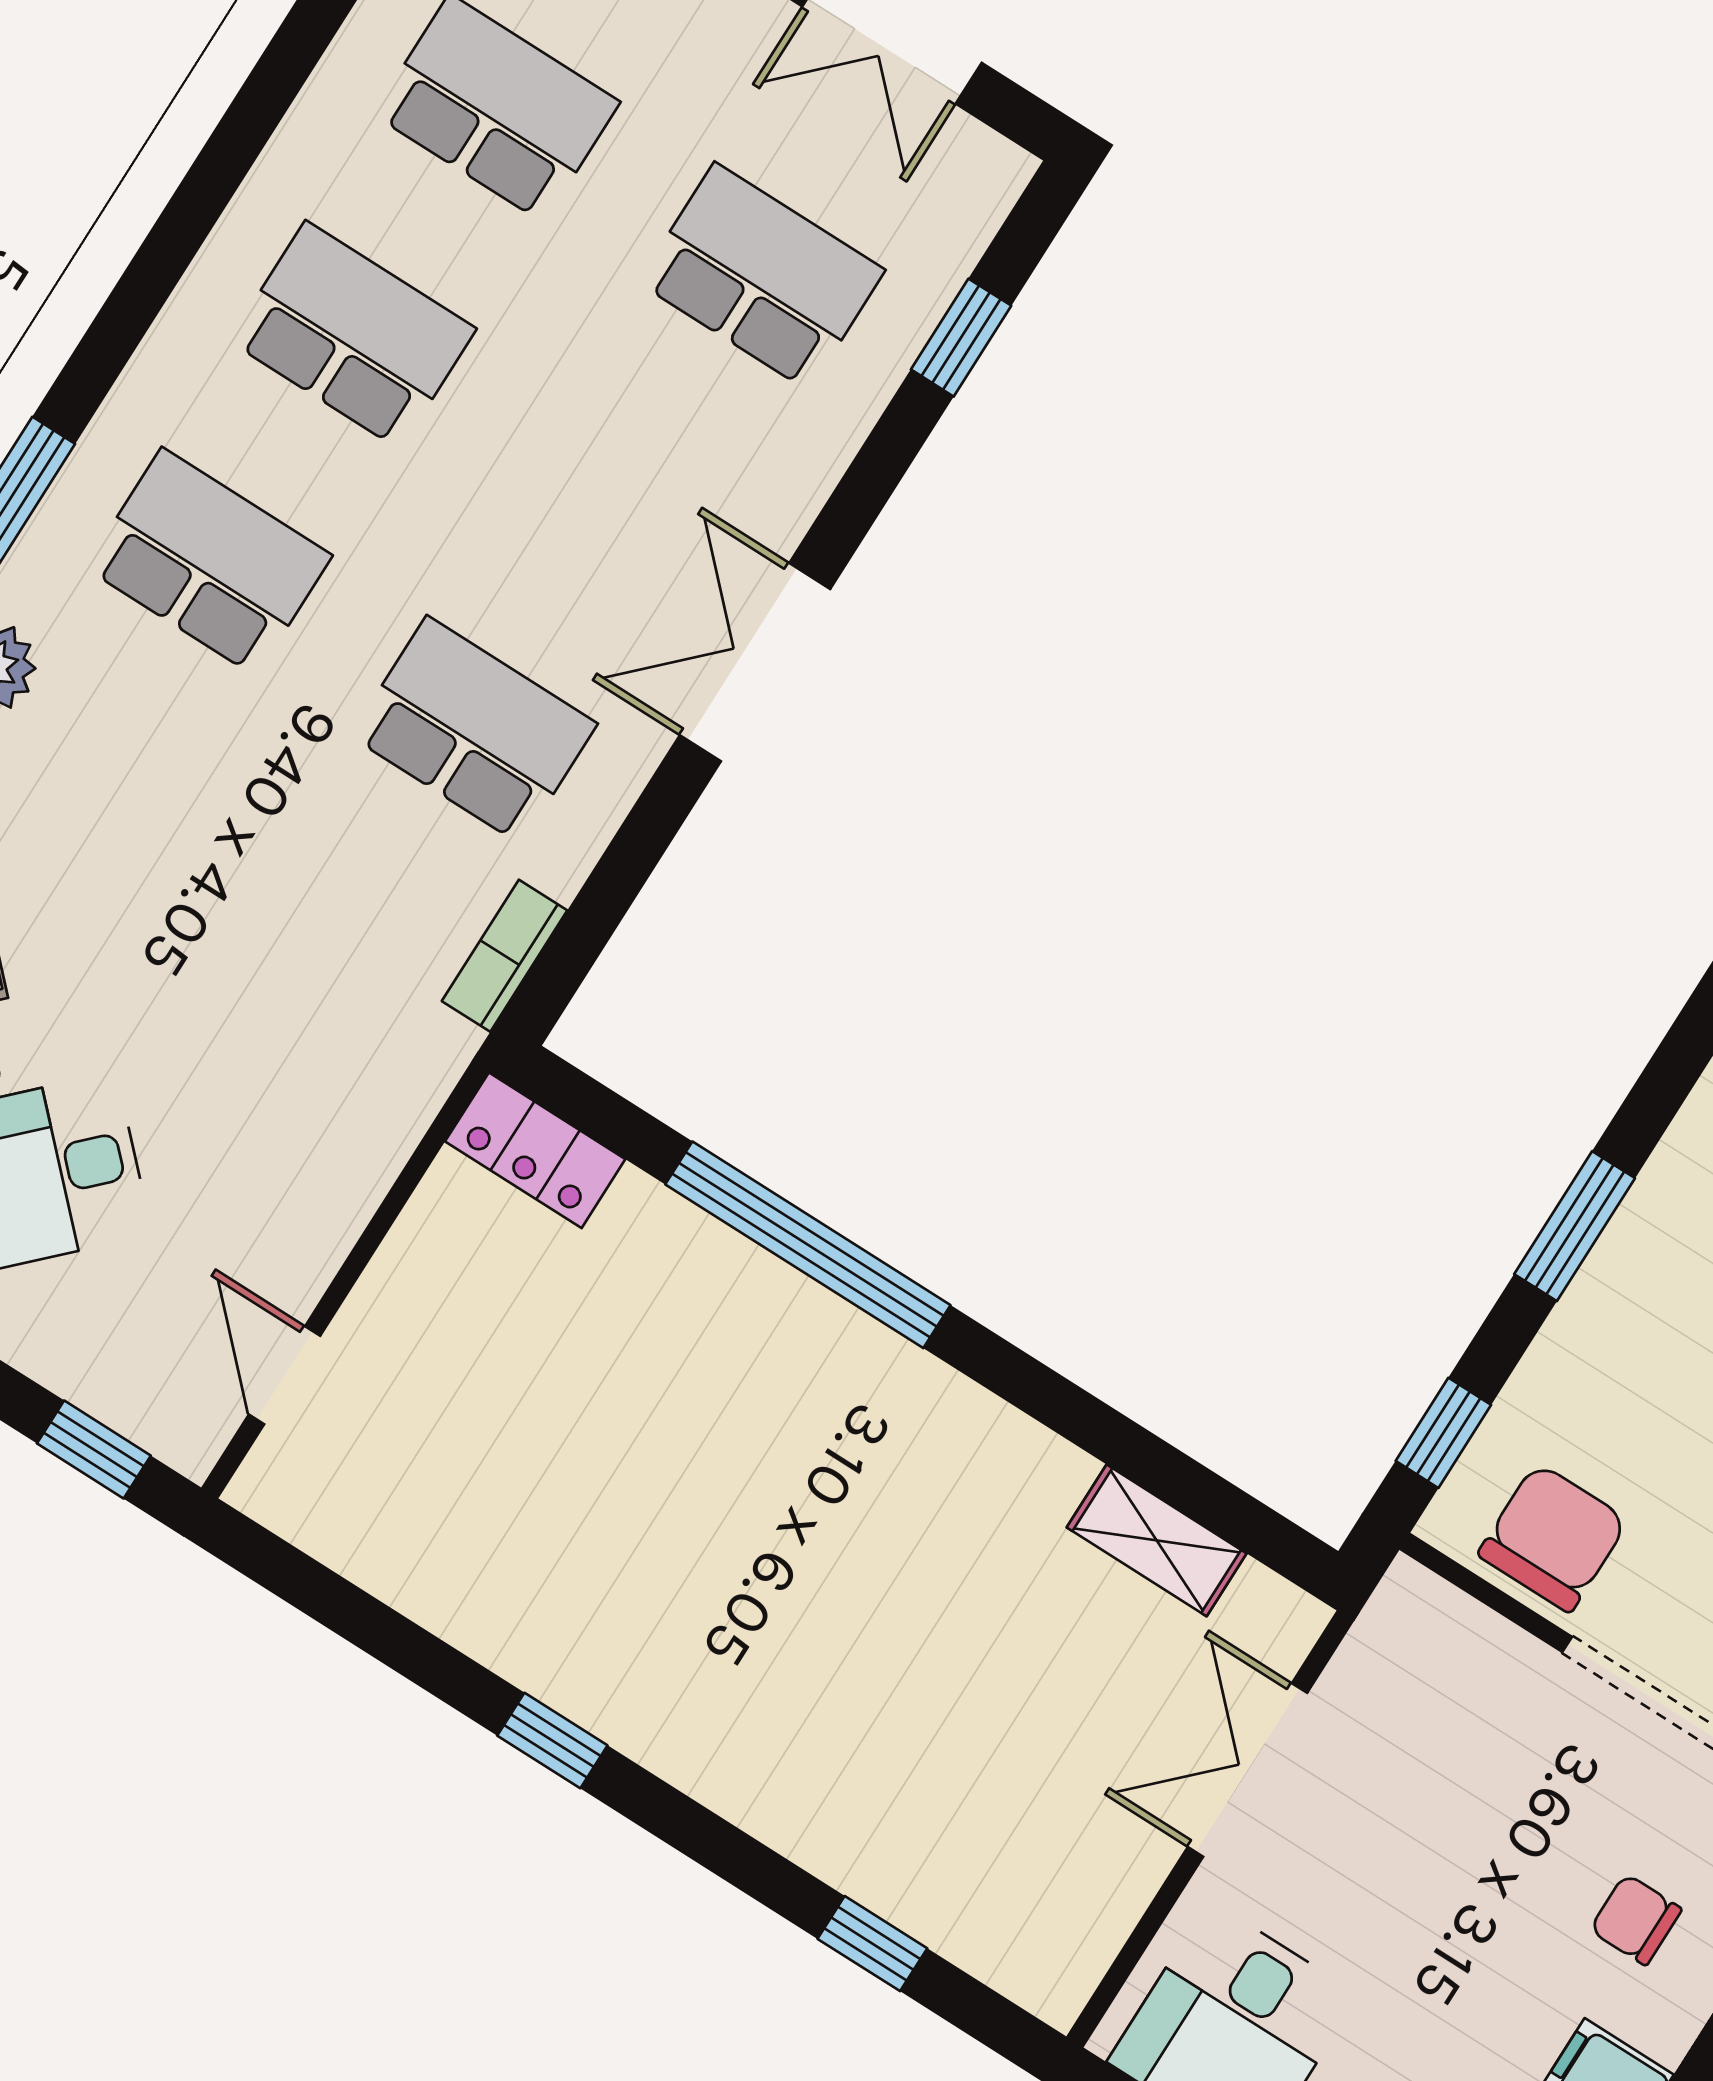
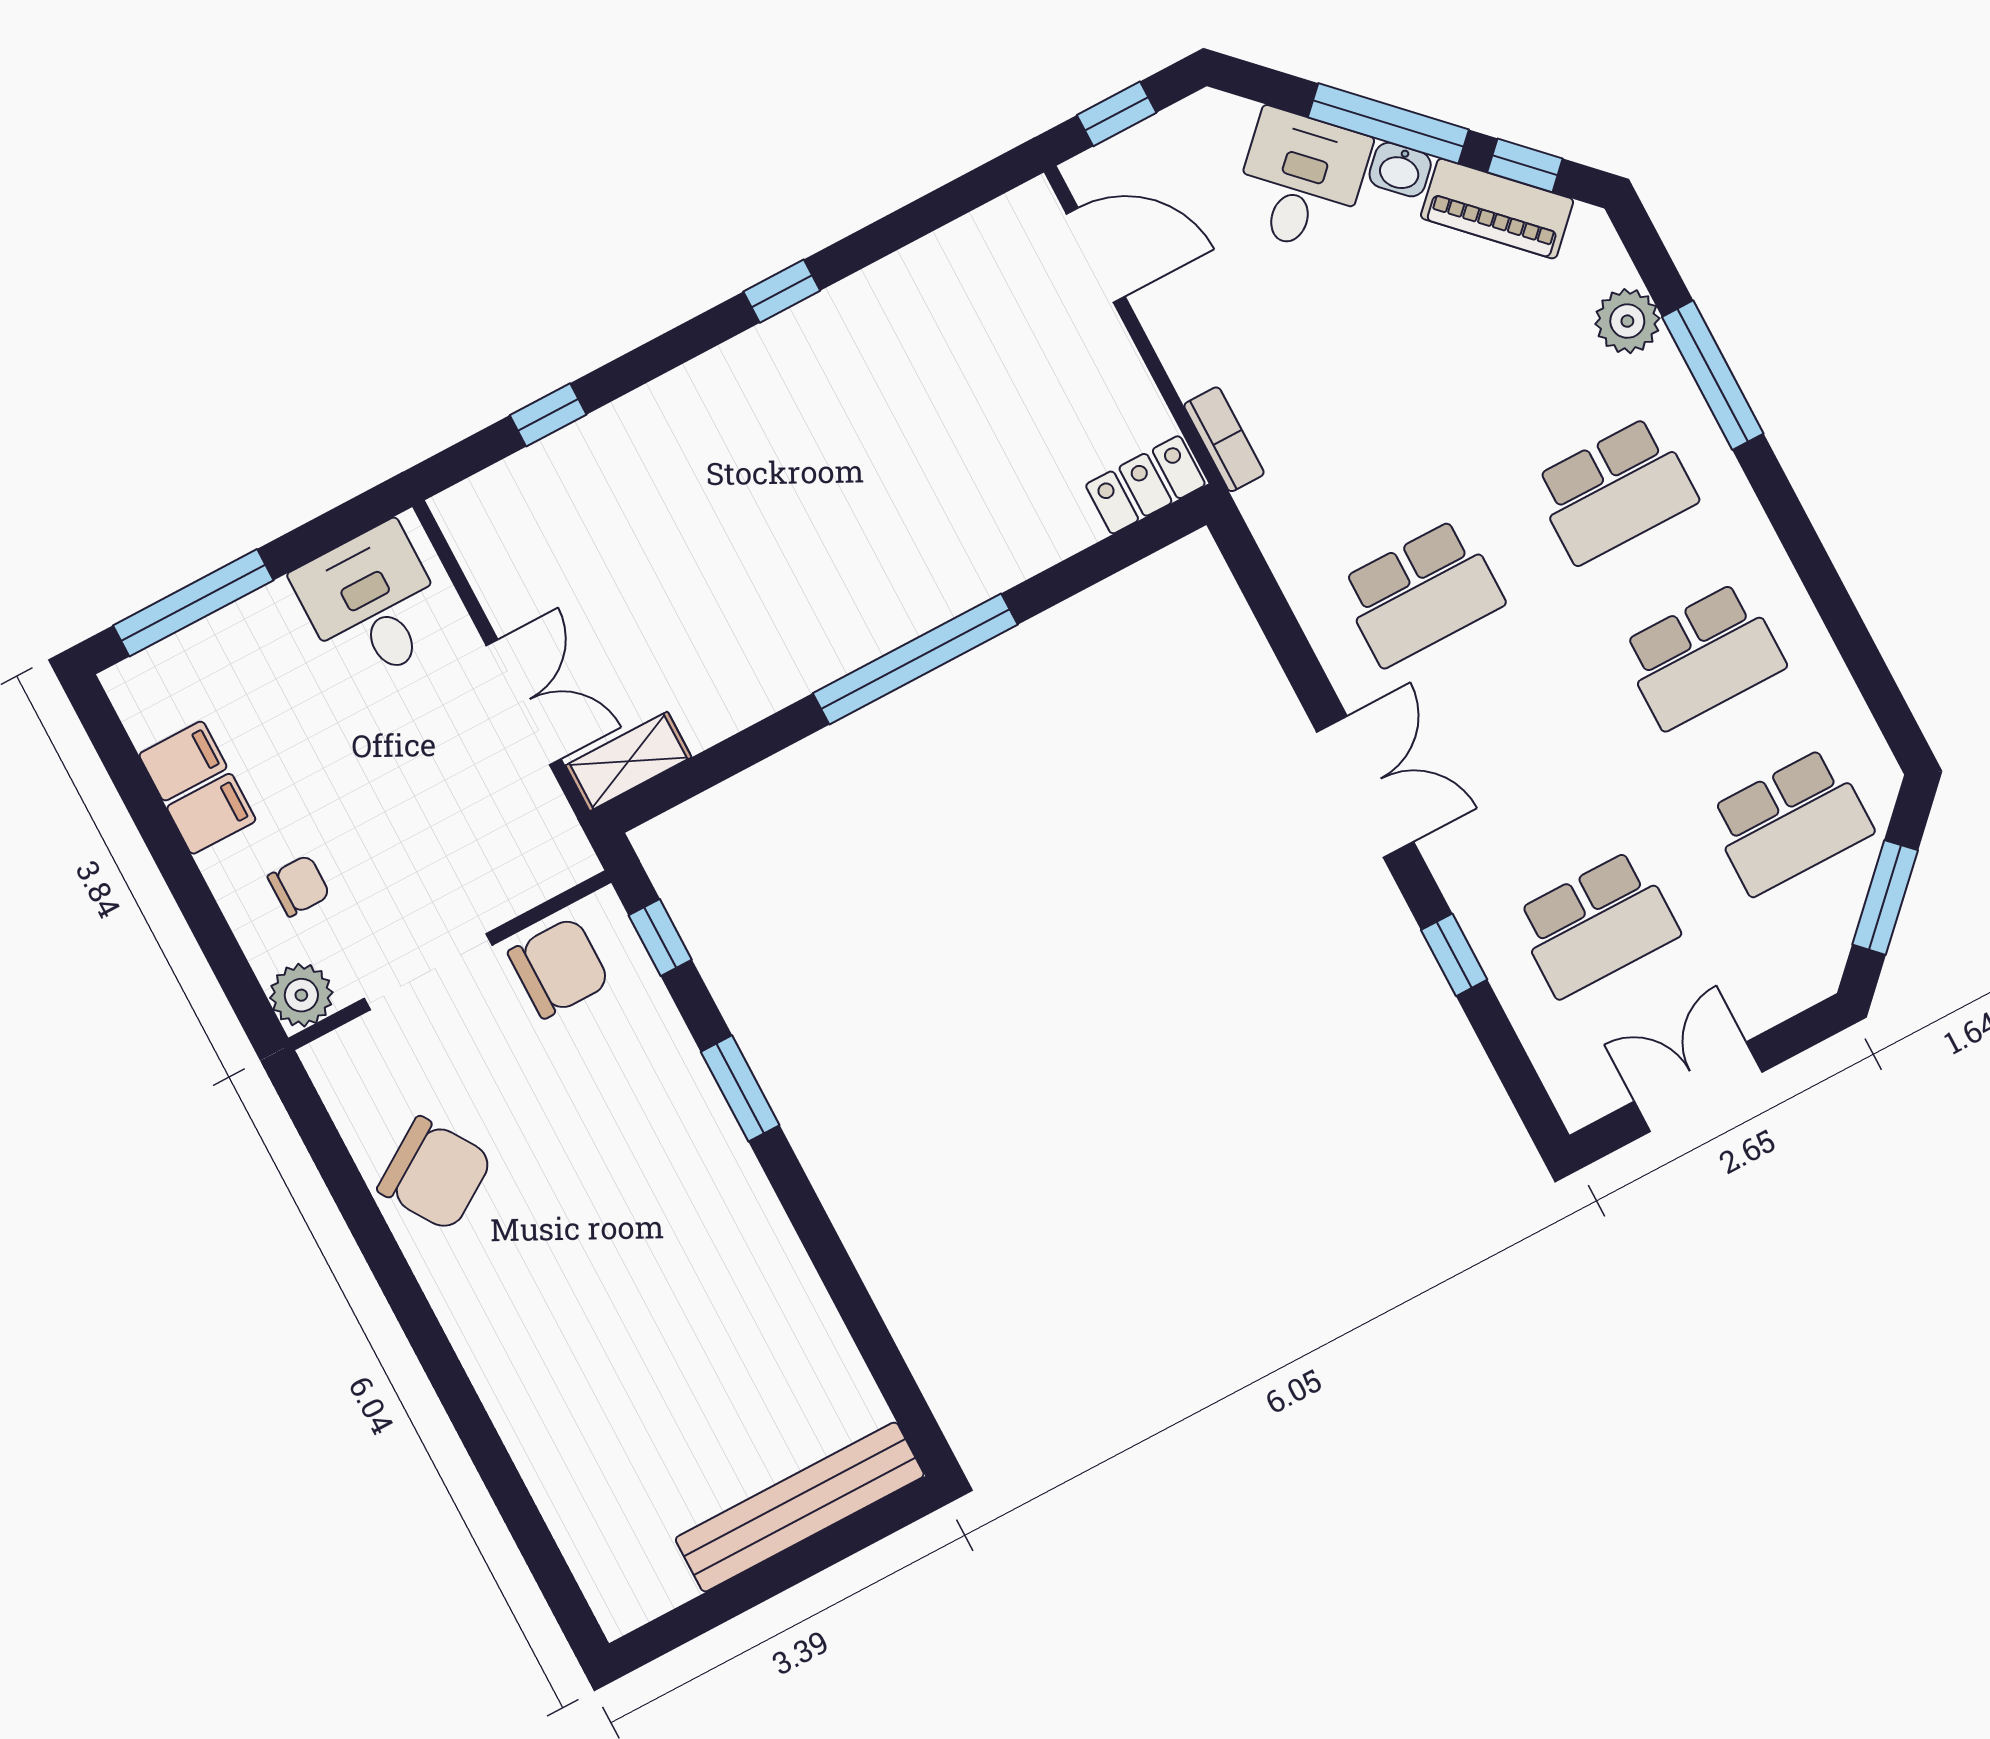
window: (961, 338) -> (1454, 955), moved
bookcase: (505, 956) -> (1224, 439), moved
window: (808, 1245) -> (915, 659), moved
door: (285, 1375) -> (1096, 255), width x1.37
chair: (1553, 1538) -> (559, 968), turned -90
shelving: (1157, 1540) -> (628, 761), moved

